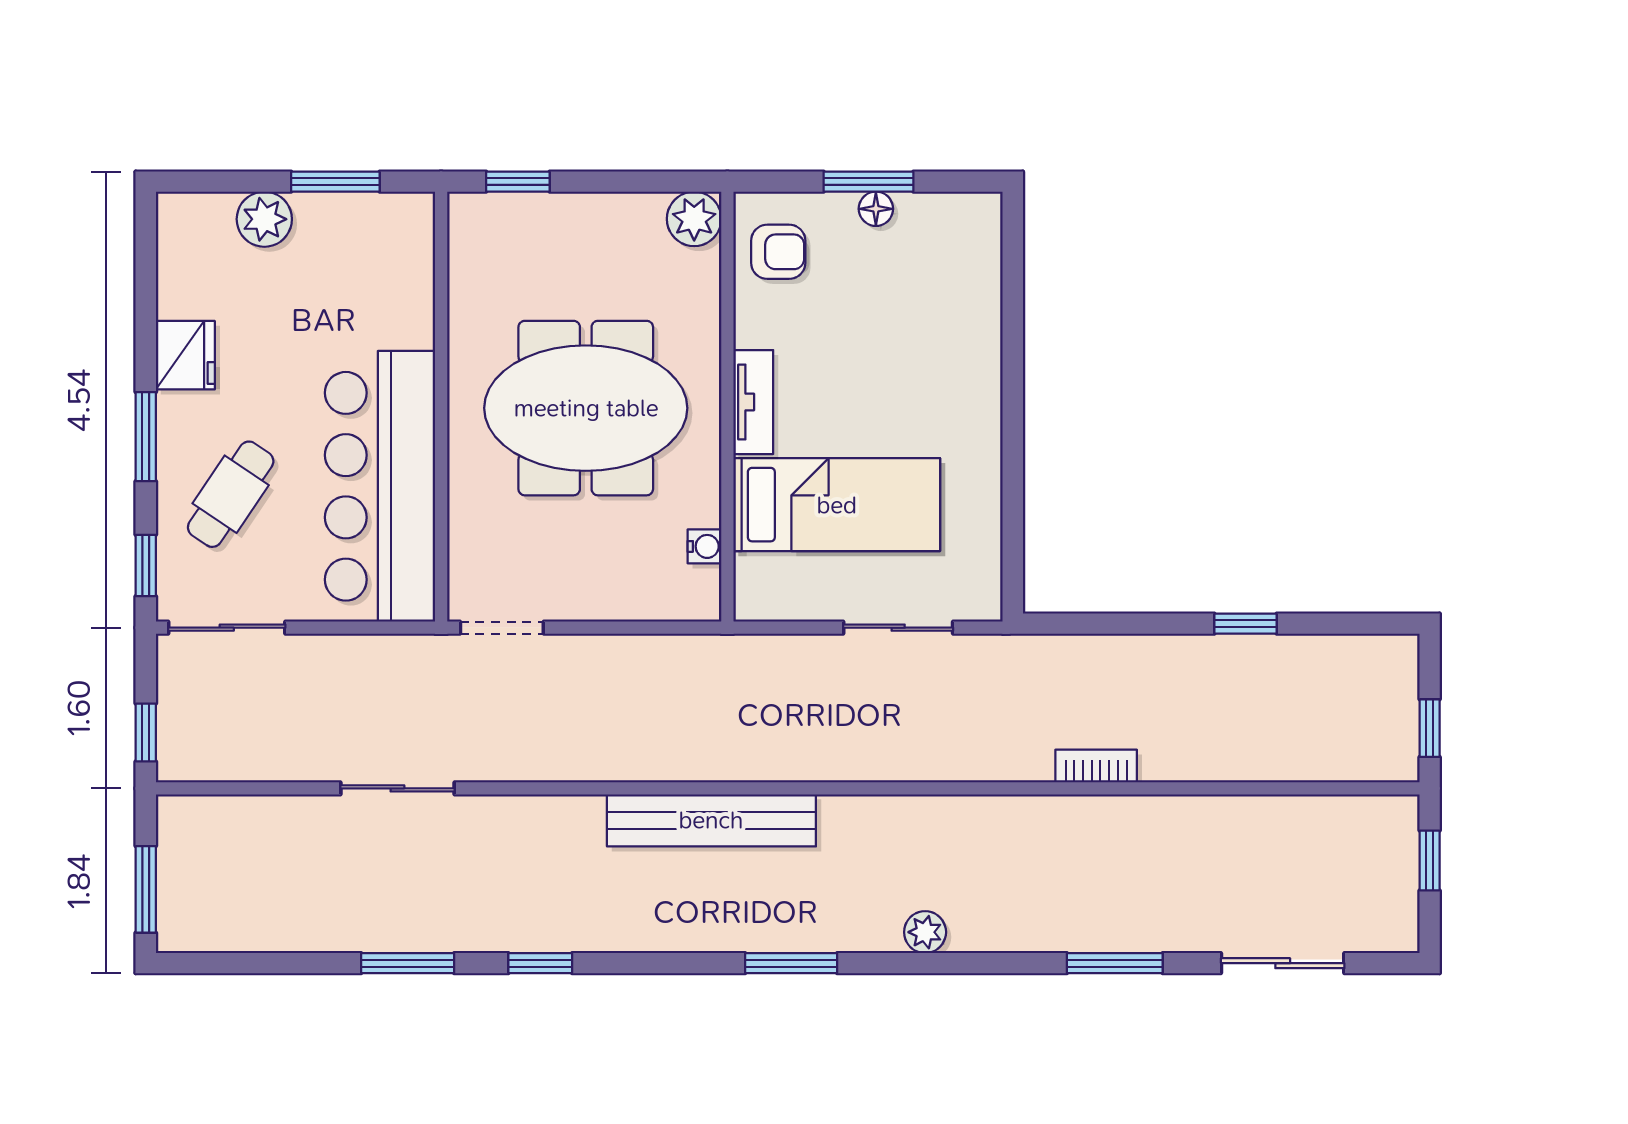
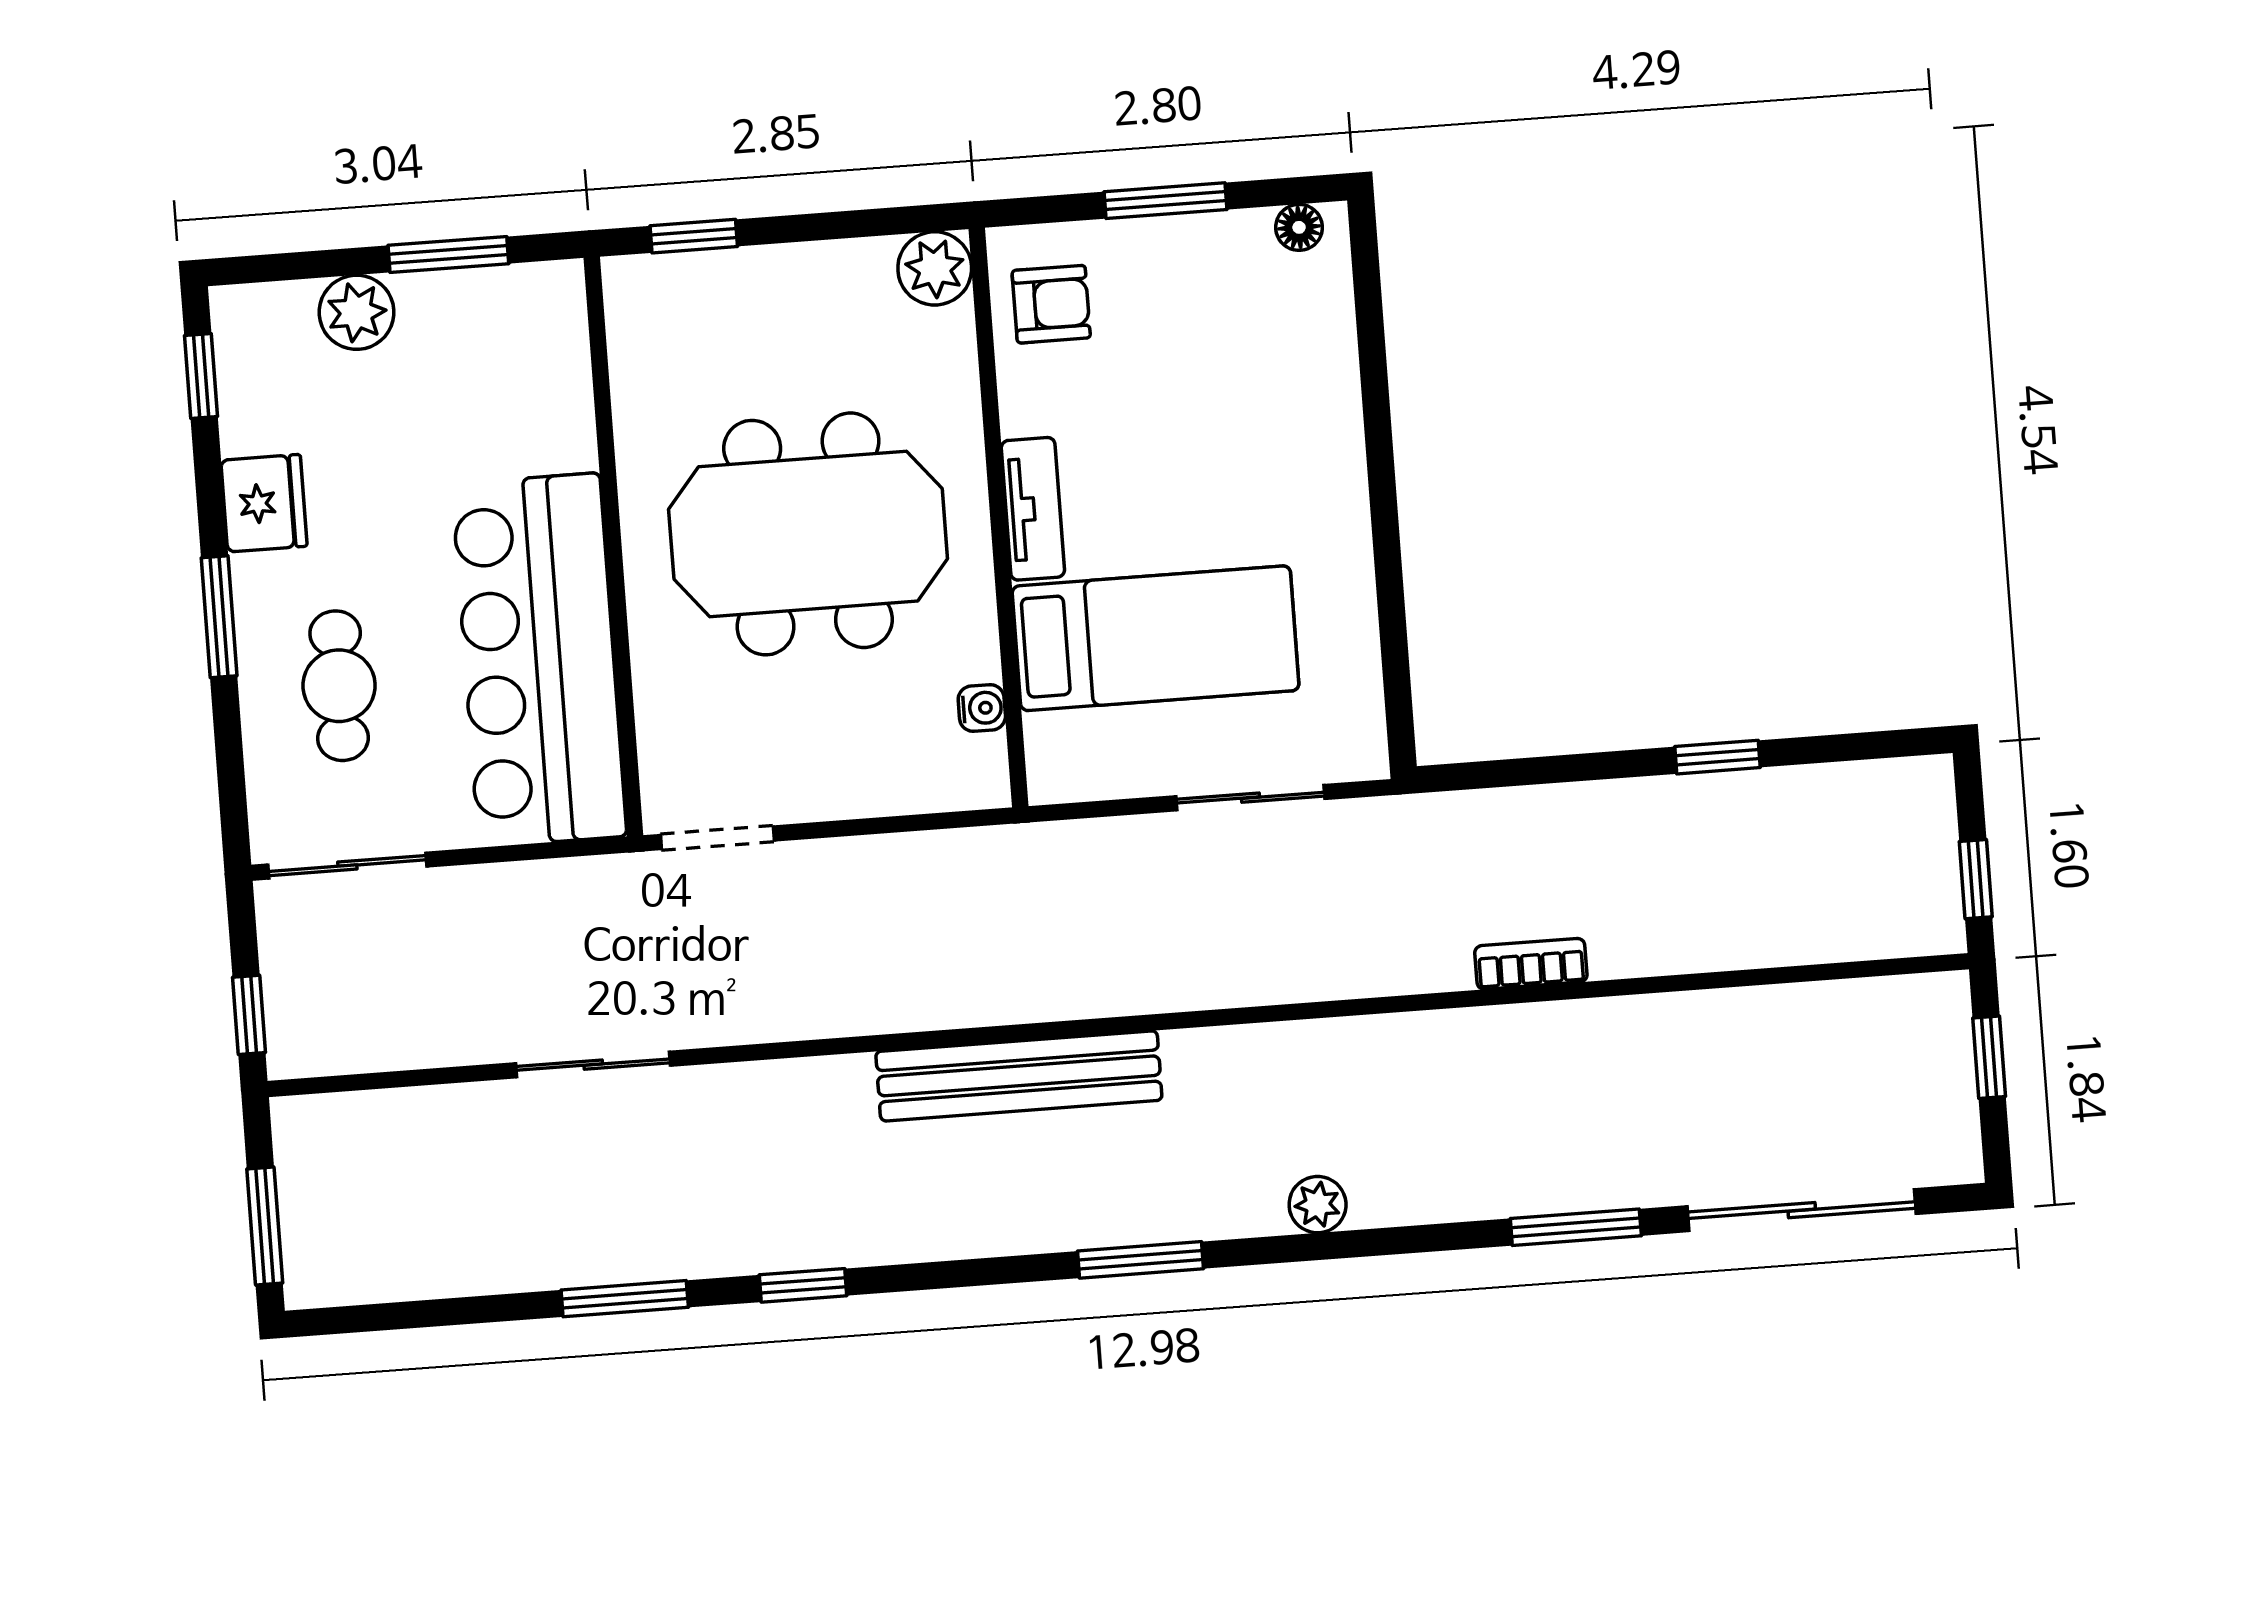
floor lamp: (876, 209) -> (1299, 227), moved
cafe table: (231, 494) -> (339, 686), turned -34
window: (146, 565) -> (201, 376), moved
sliding door: (1283, 963) -> (1802, 1210), width x1.37

